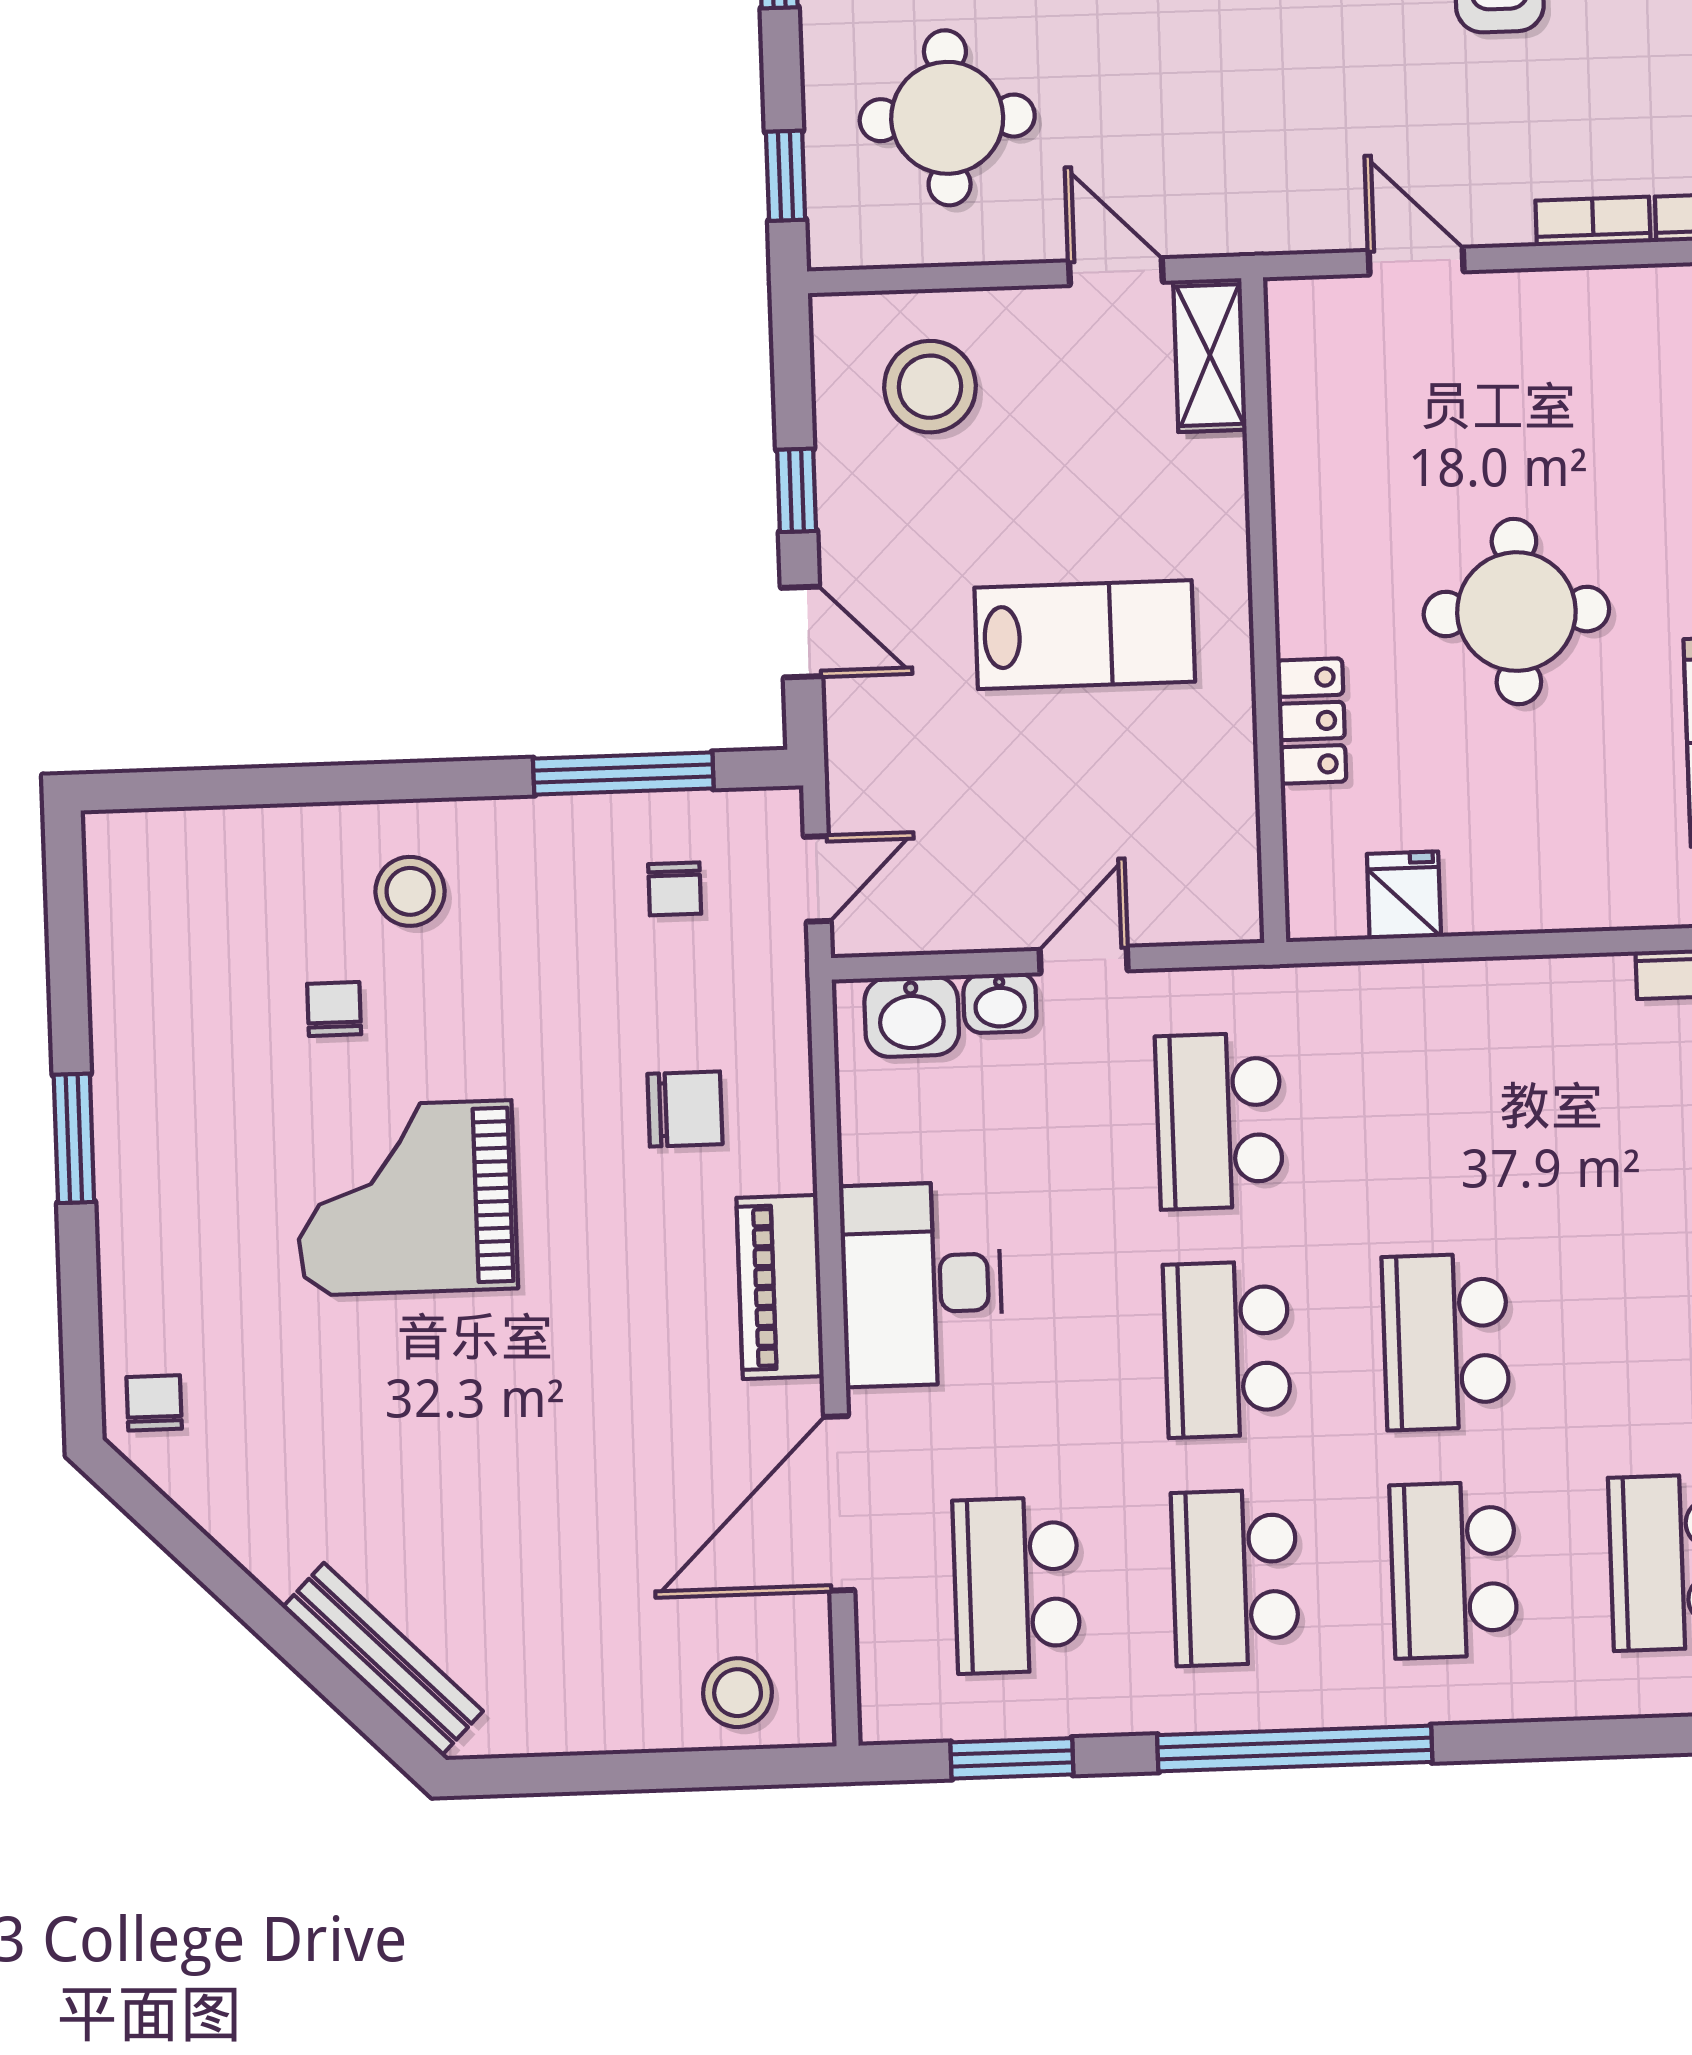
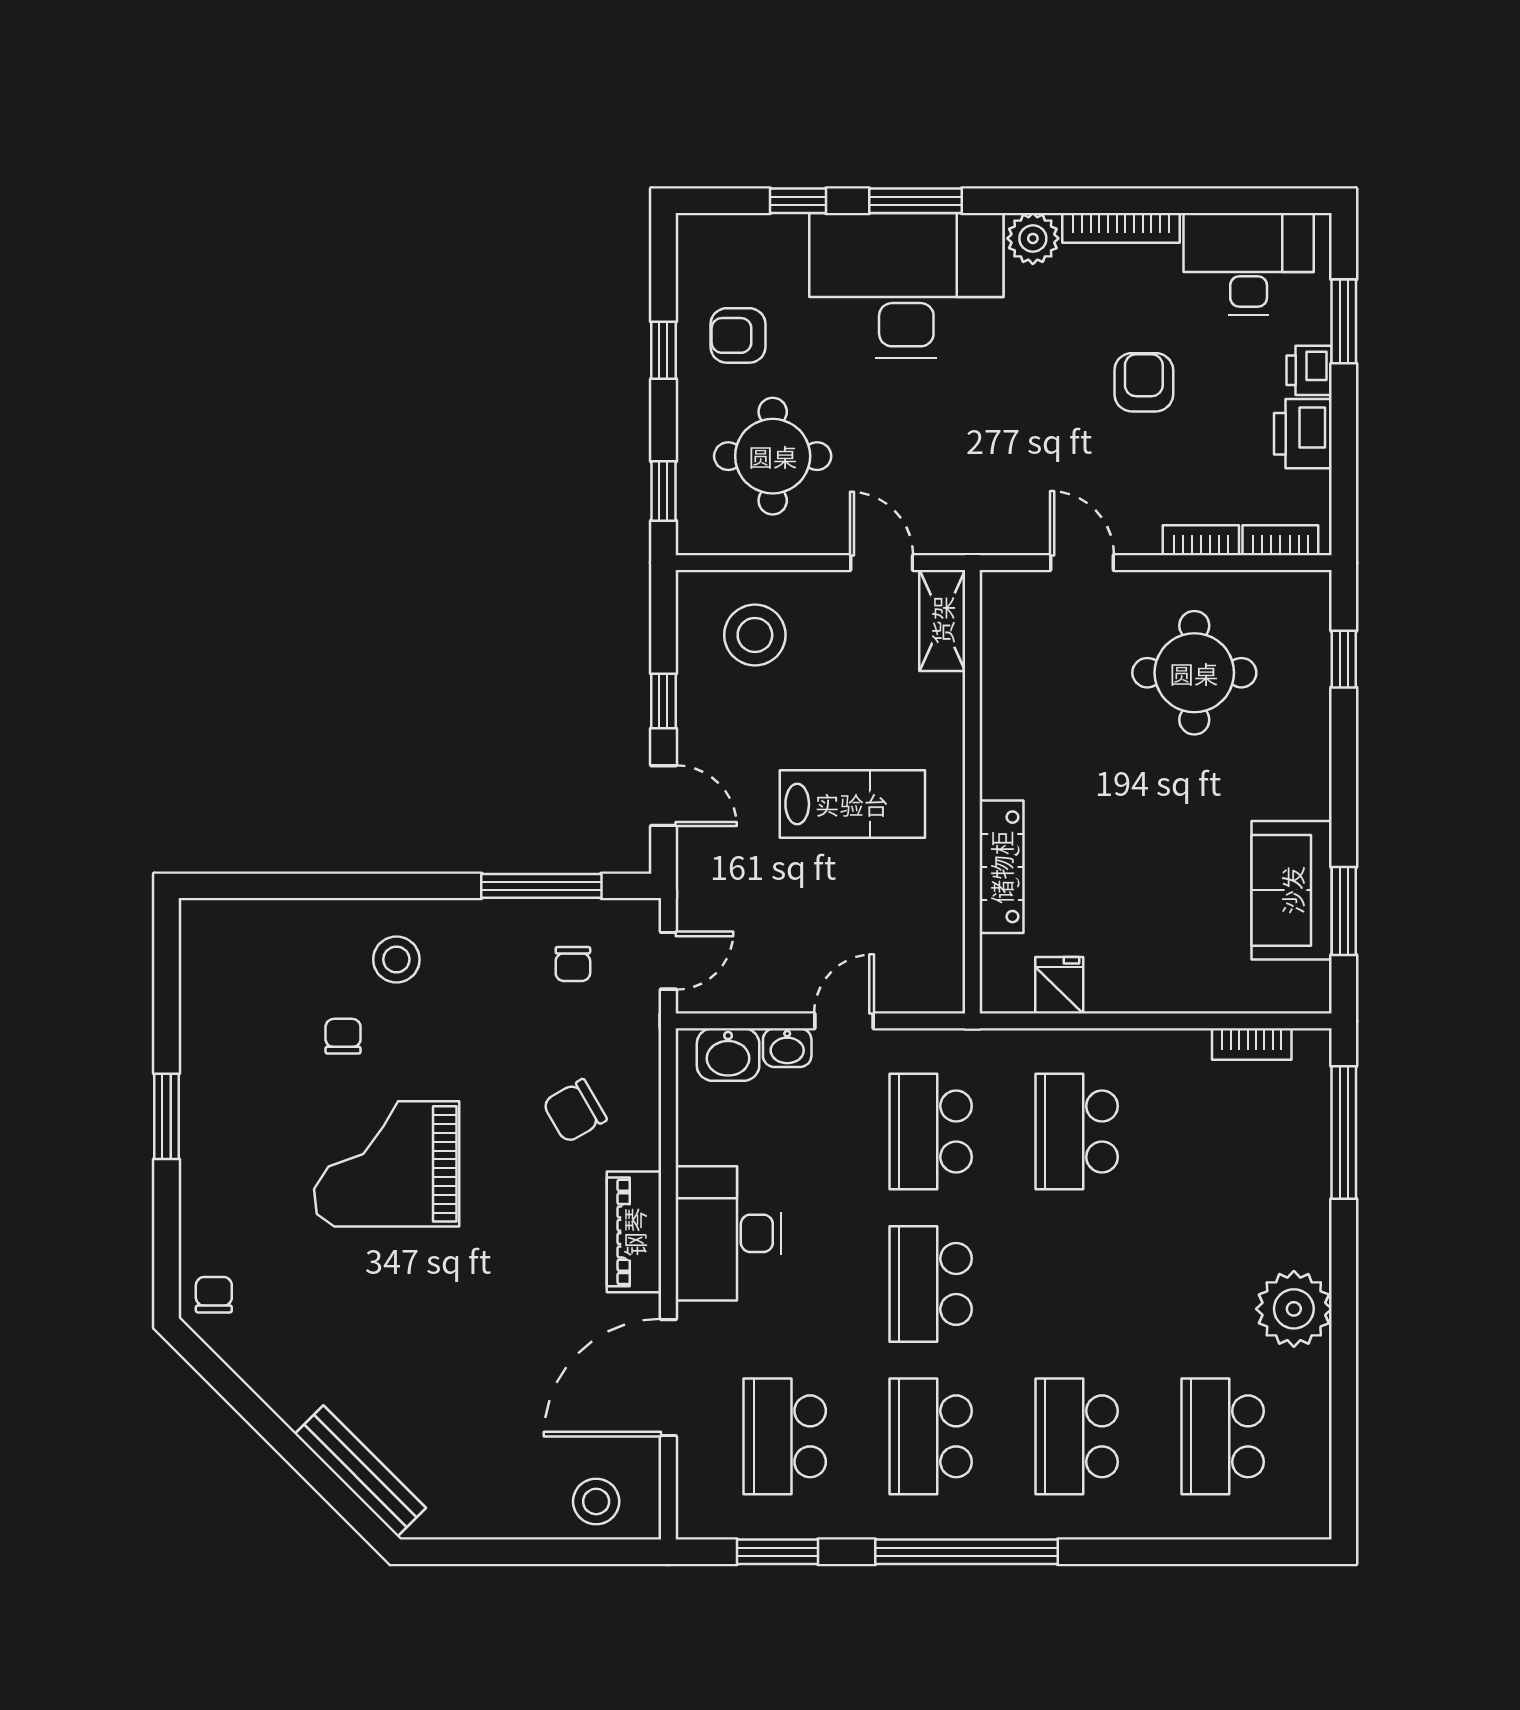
round table: (1516, 612) -> (1194, 673), moved
locker: (1311, 721) -> (1001, 867), width x1.53
chair: (685, 1109) -> (575, 1111), turned 150
school desk: (1446, 1342) -> (1077, 1131), moved

